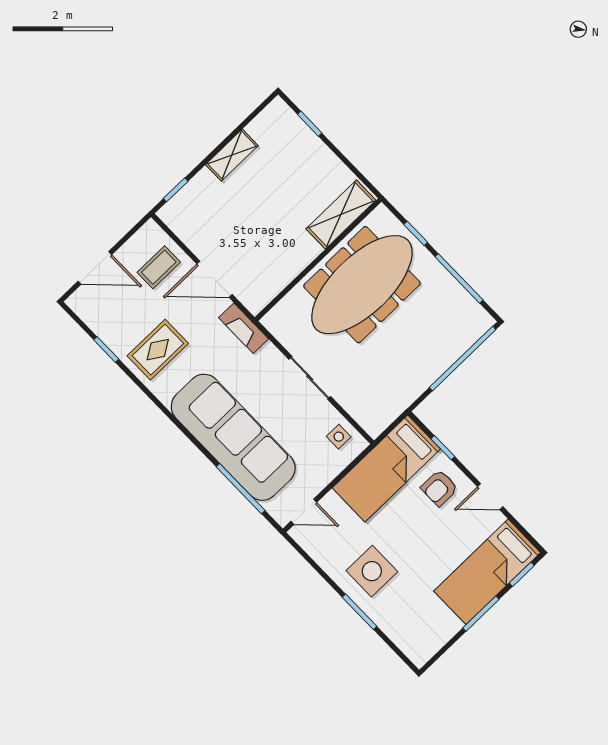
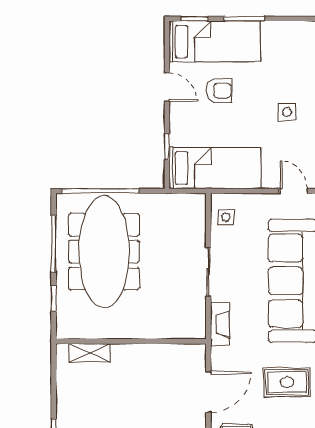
shelving: (341, 215) -> (89, 353), width x0.67, depth x0.75
door: (214, 279) -> (208, 392), hinge flipped
meeting table: (362, 285) -> (104, 252), moved, turned 90
fireplace: (244, 328) -> (220, 324), moved
armchair: (439, 488) -> (219, 91), moved
side table: (372, 571) -> (287, 112), width x0.54, depth x0.54

